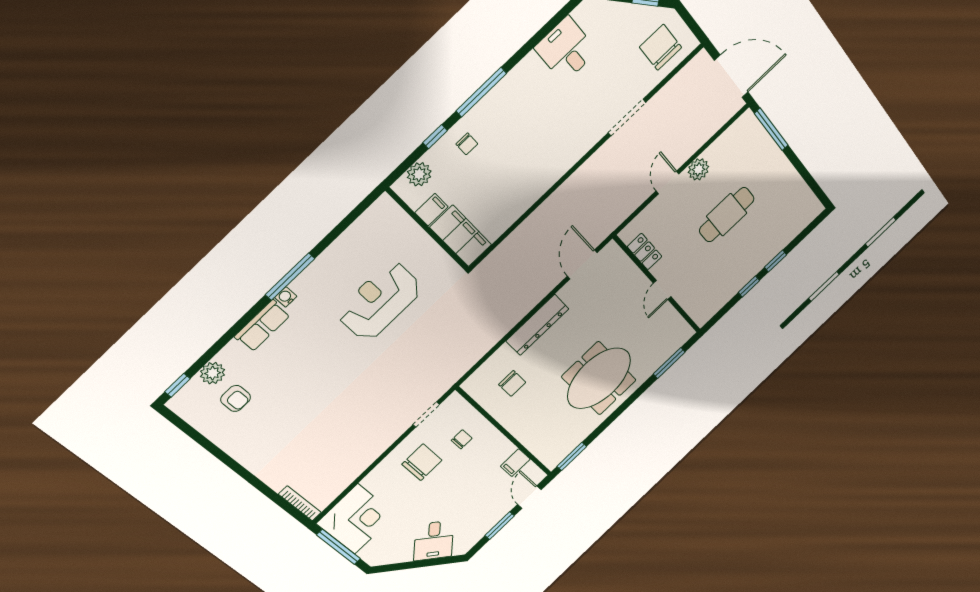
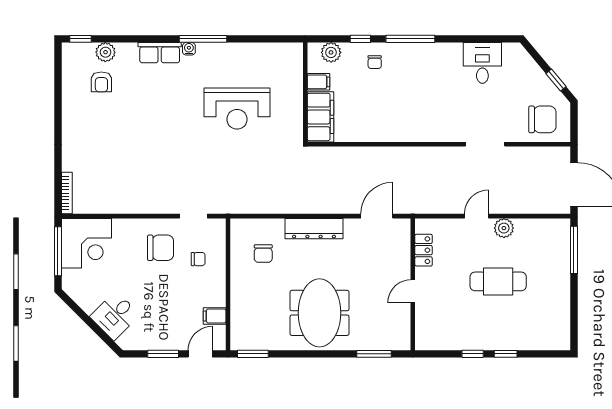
chair: (661, 47) -> (542, 119), turned 90
reception desk: (380, 301) -> (237, 108), turned 180
meeting table: (599, 378) -> (319, 313), turned 90

